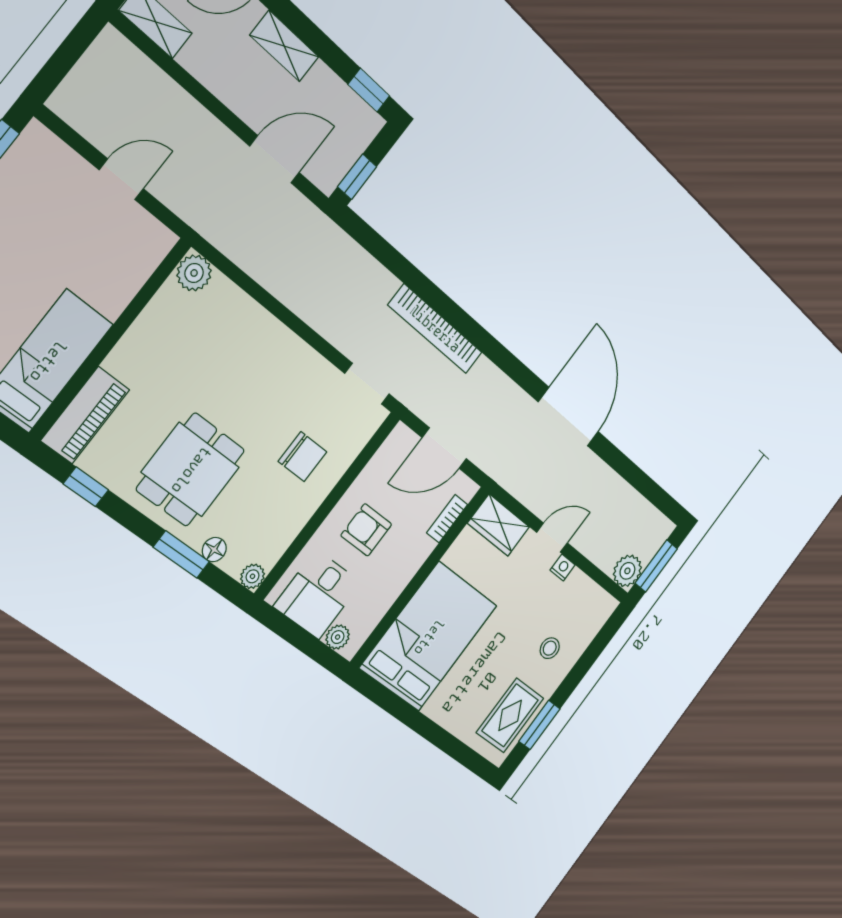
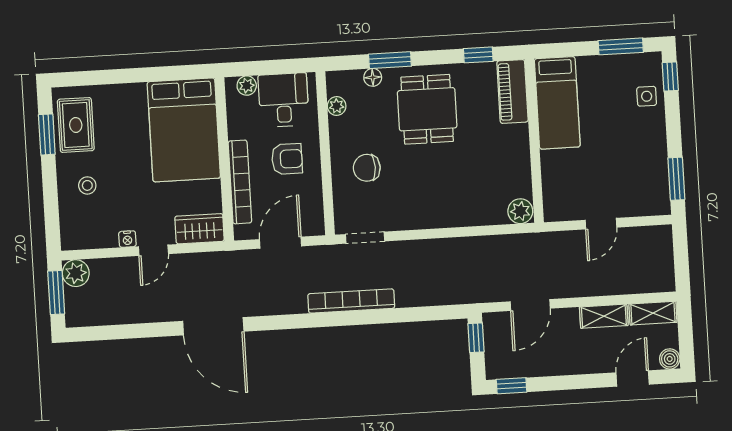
shelving: (284, 46) -> (604, 316), moved
bookcase: (447, 519) -> (240, 182), width x2.31, depth x1.31
plant: (253, 576) -> (337, 106), moved

